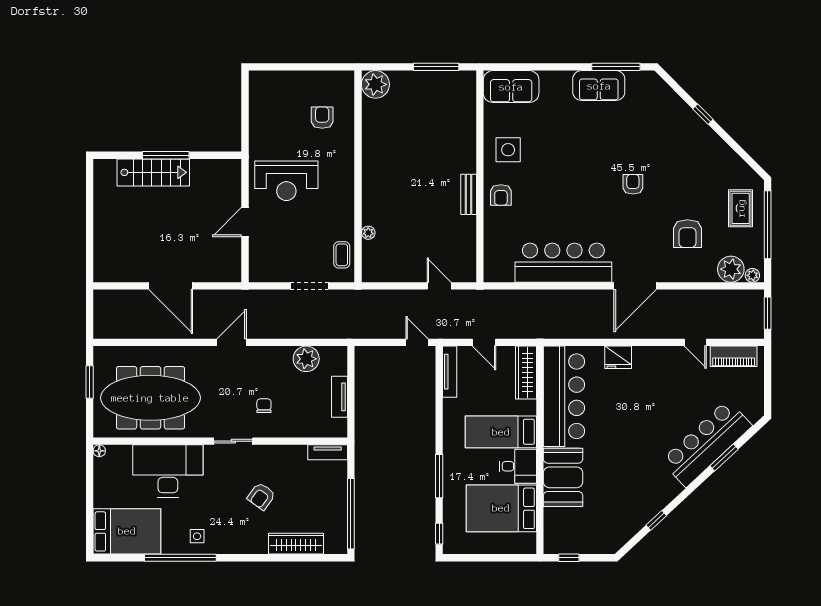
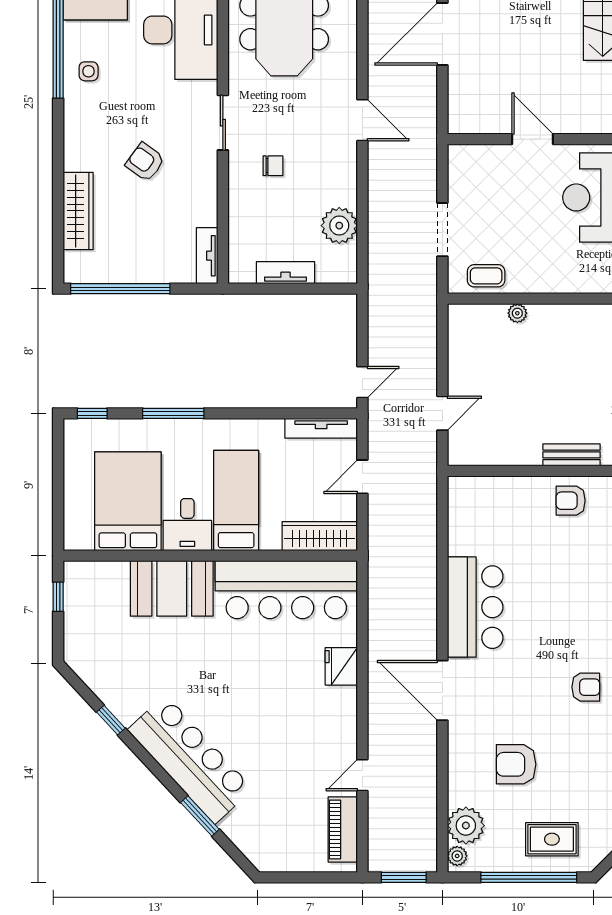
bar counter: (563, 263) -> (475, 607), width x0.73
bar counter: (707, 443) -> (190, 759), moved

